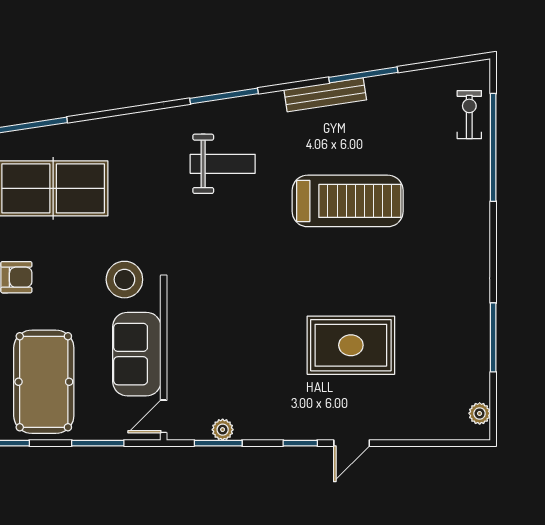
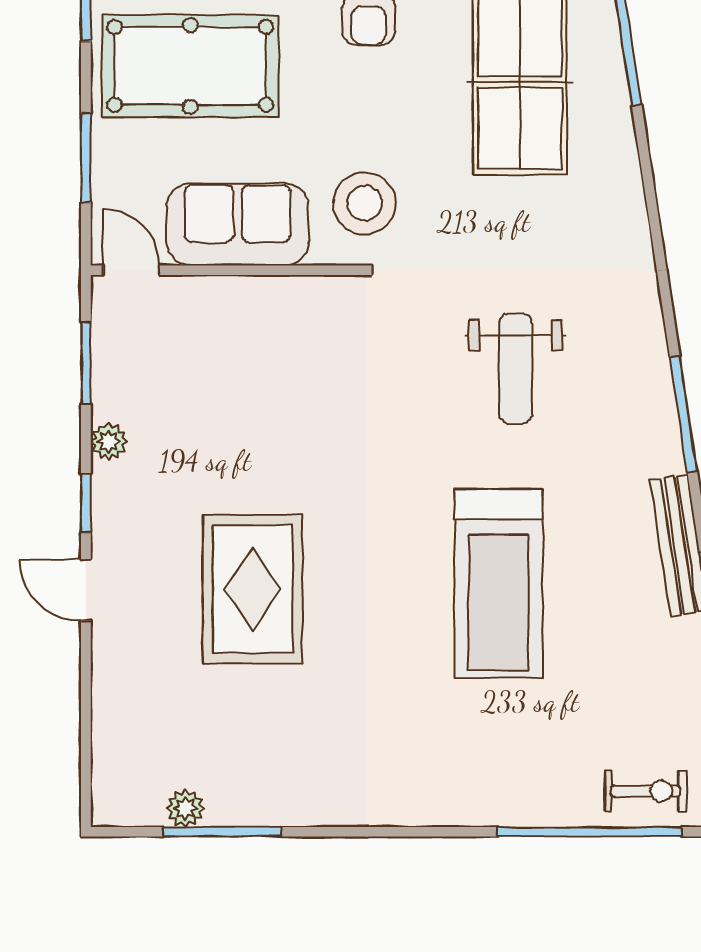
window: (224, 96) -> (684, 414), moved
weight bench: (223, 164) -> (516, 369), moved
window: (493, 337) -> (222, 832), moved
plant: (480, 413) -> (185, 809), moved
plant: (223, 430) -> (109, 441), moved

